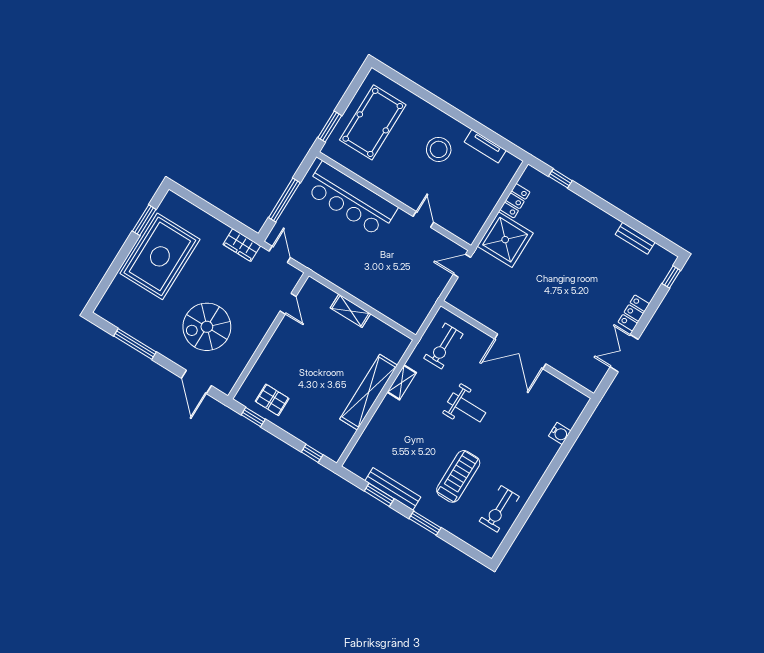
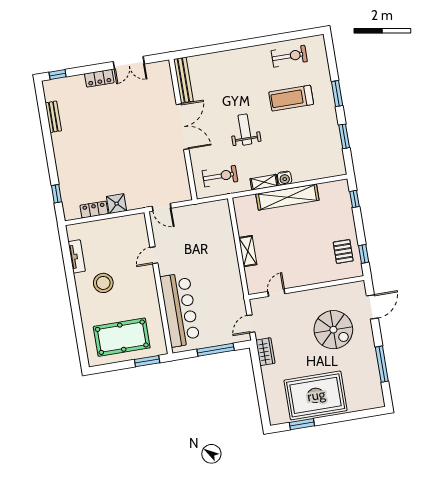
shower: (505, 240) -> (117, 204), width x0.54, depth x0.54
water cooler: (560, 434) -> (285, 178), moved, turned 180
bench: (393, 489) -> (183, 80), moved

